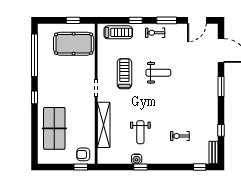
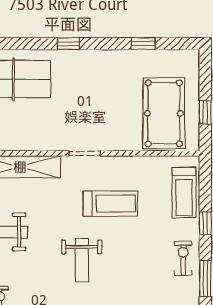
window: (34, 55) -> (143, 44), width x0.32
weight bench: (158, 73) -> (82, 260), moved

